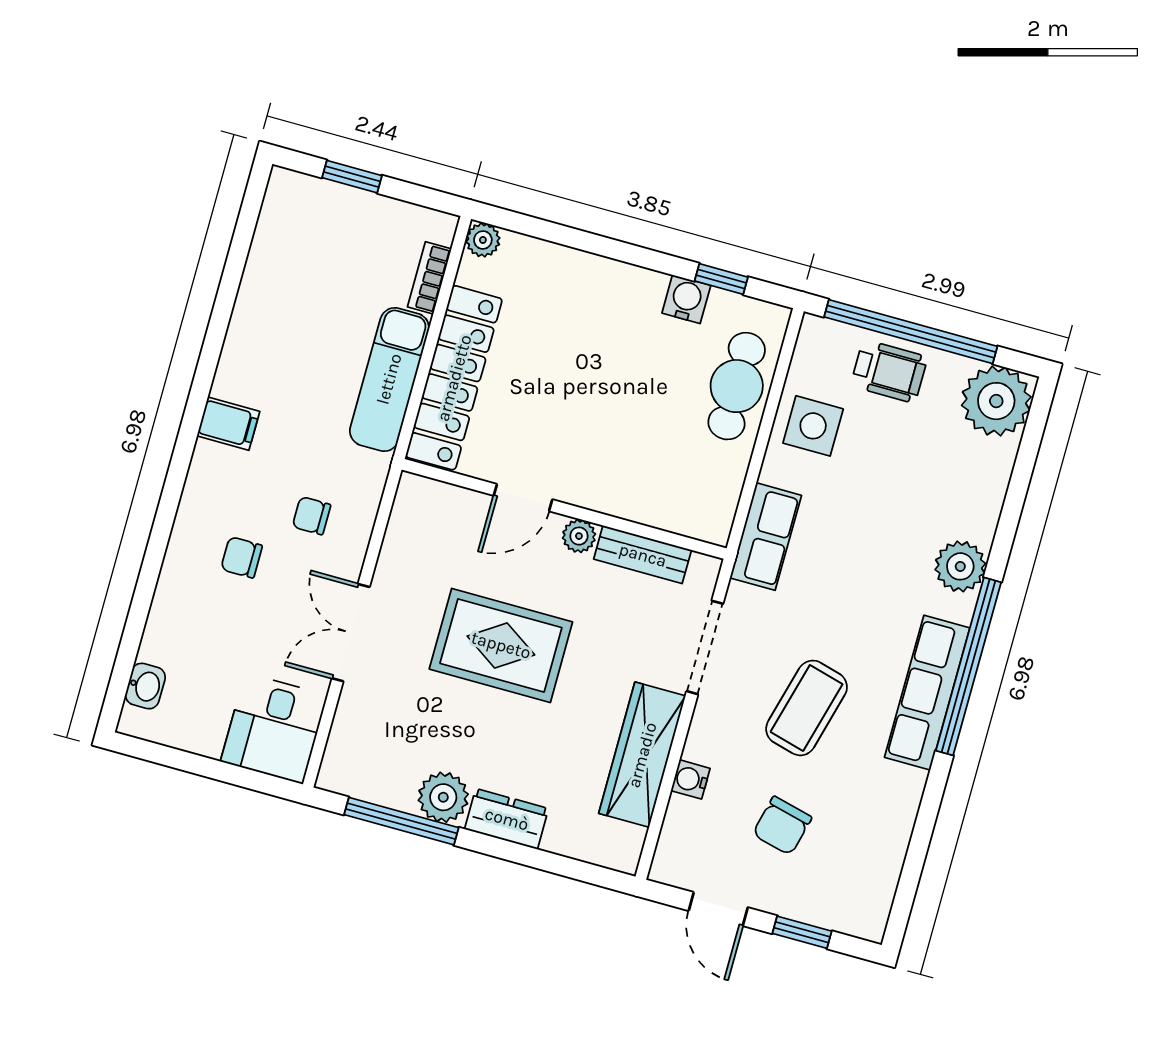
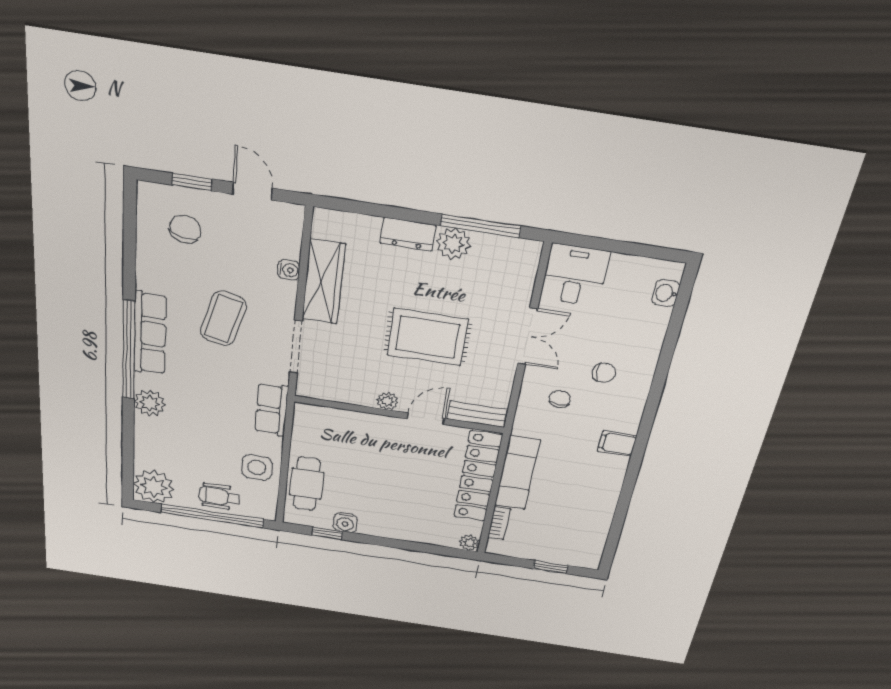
chair: (312, 516) -> (560, 399), turned -90
bench: (643, 555) -> (477, 414), moved
chair: (782, 826) -> (185, 229), moved

